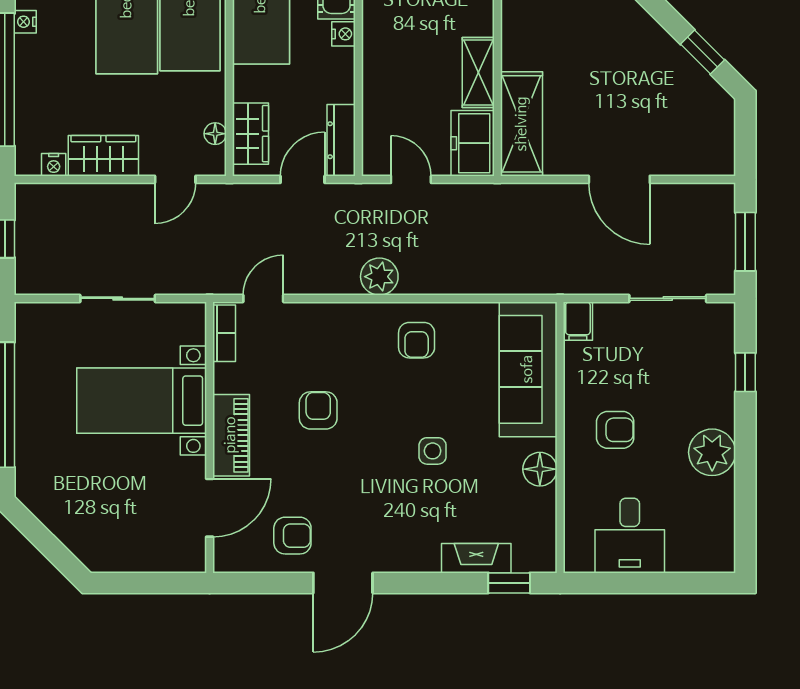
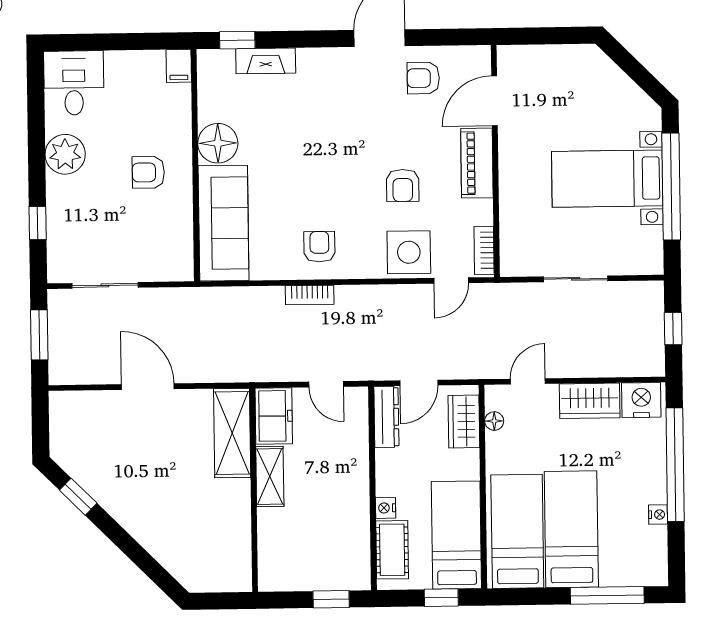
nightstand: (54, 165) -> (641, 400), width x1.89, depth x1.79
plant: (379, 277) -> (352, 301), removed
bookcase: (429, 284) -> (310, 295), added
filing cabinet: (578, 321) -> (179, 66), moved, turned 180
bed with nightstands: (142, 401) -> (607, 179), moved, turned 180
side table: (433, 451) -> (409, 252), moved, width x1.87, depth x1.87
floor lamp: (540, 469) -> (218, 143), width x1.38, depth x1.38
desk: (630, 536) -> (74, 83), moved

